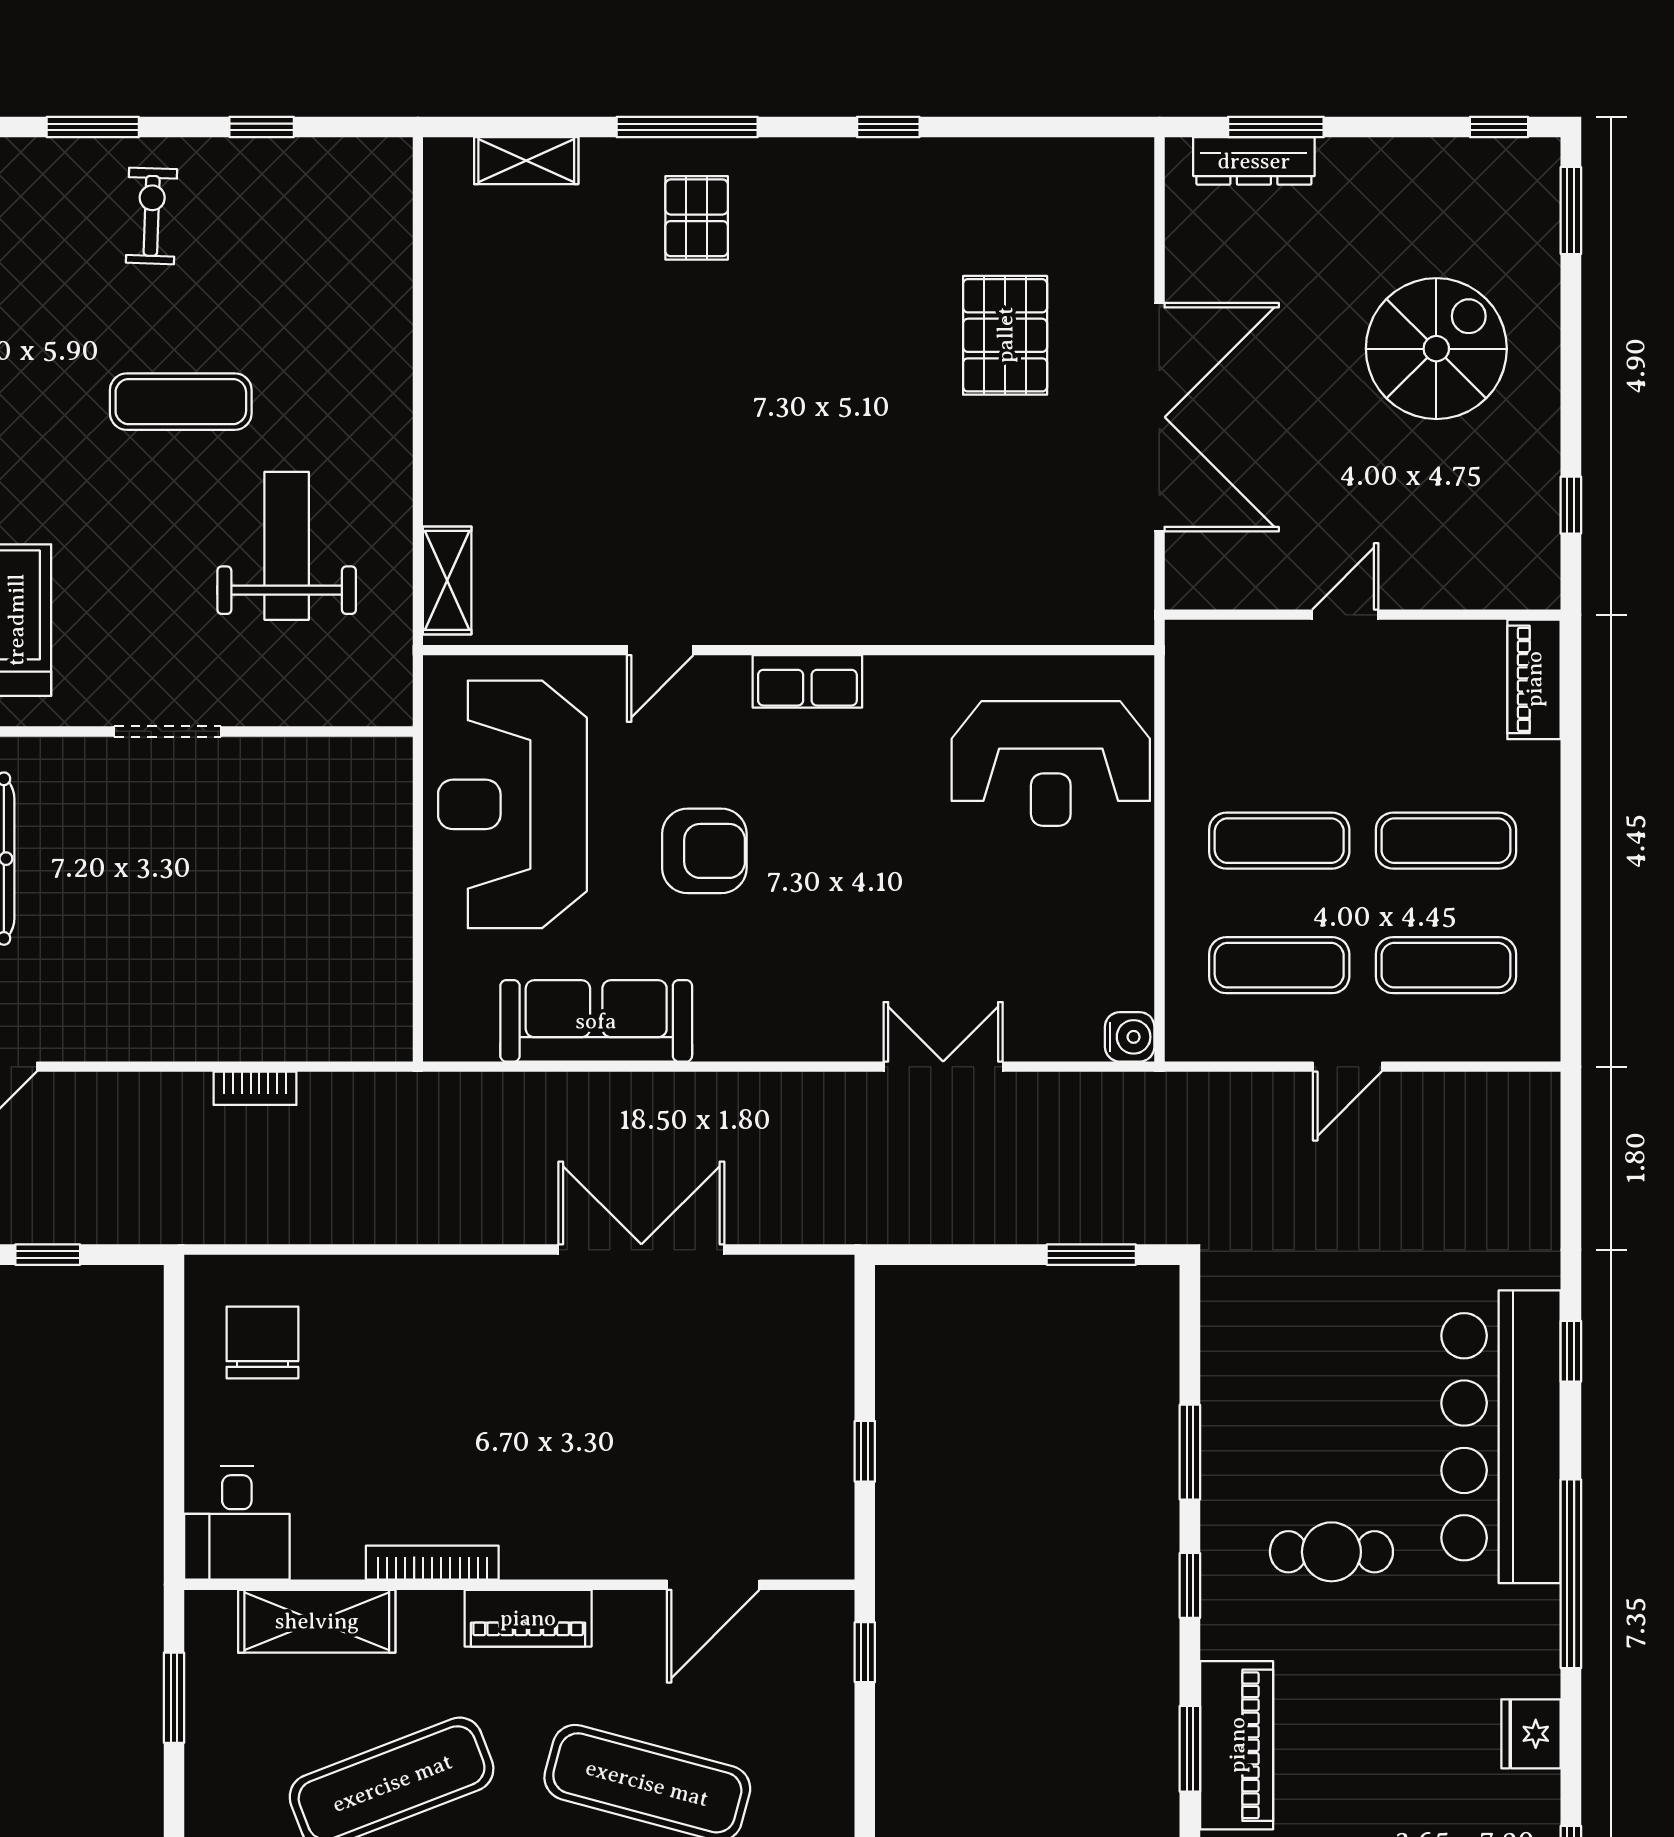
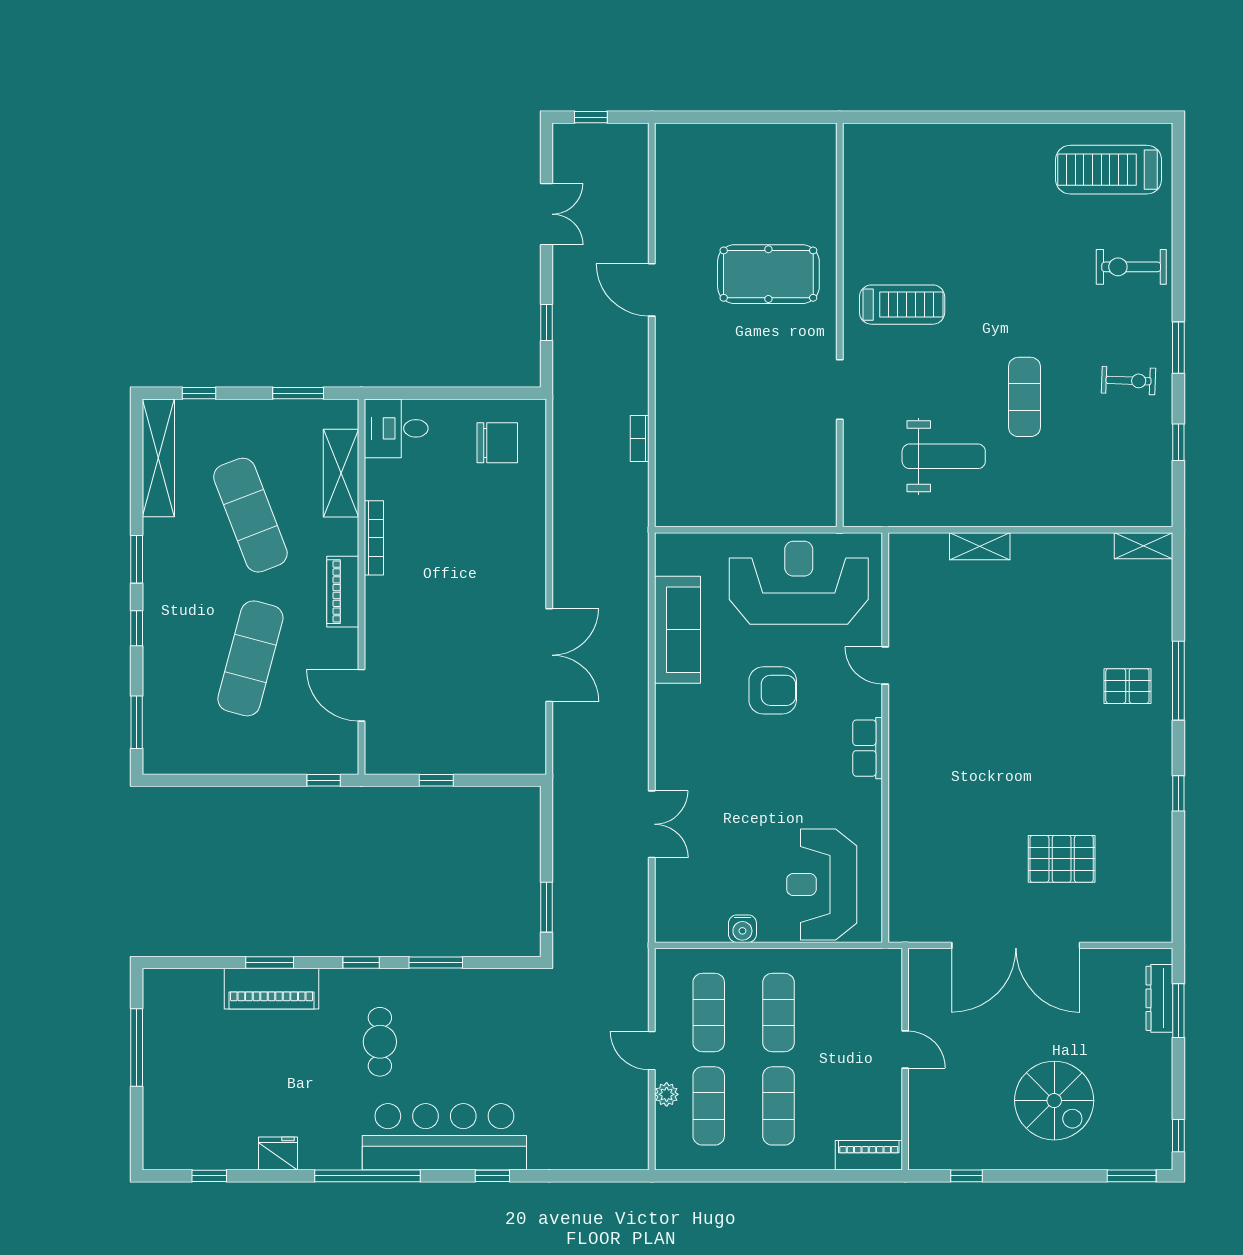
shelving: (526, 161) -> (1143, 546), moved, turned 90
shelving: (447, 580) -> (980, 546), moved
armchair: (704, 851) -> (773, 690), turned -90
water cooler: (1130, 1037) -> (742, 929), moved
plant: (1425, 1040) -> (667, 1094), added

